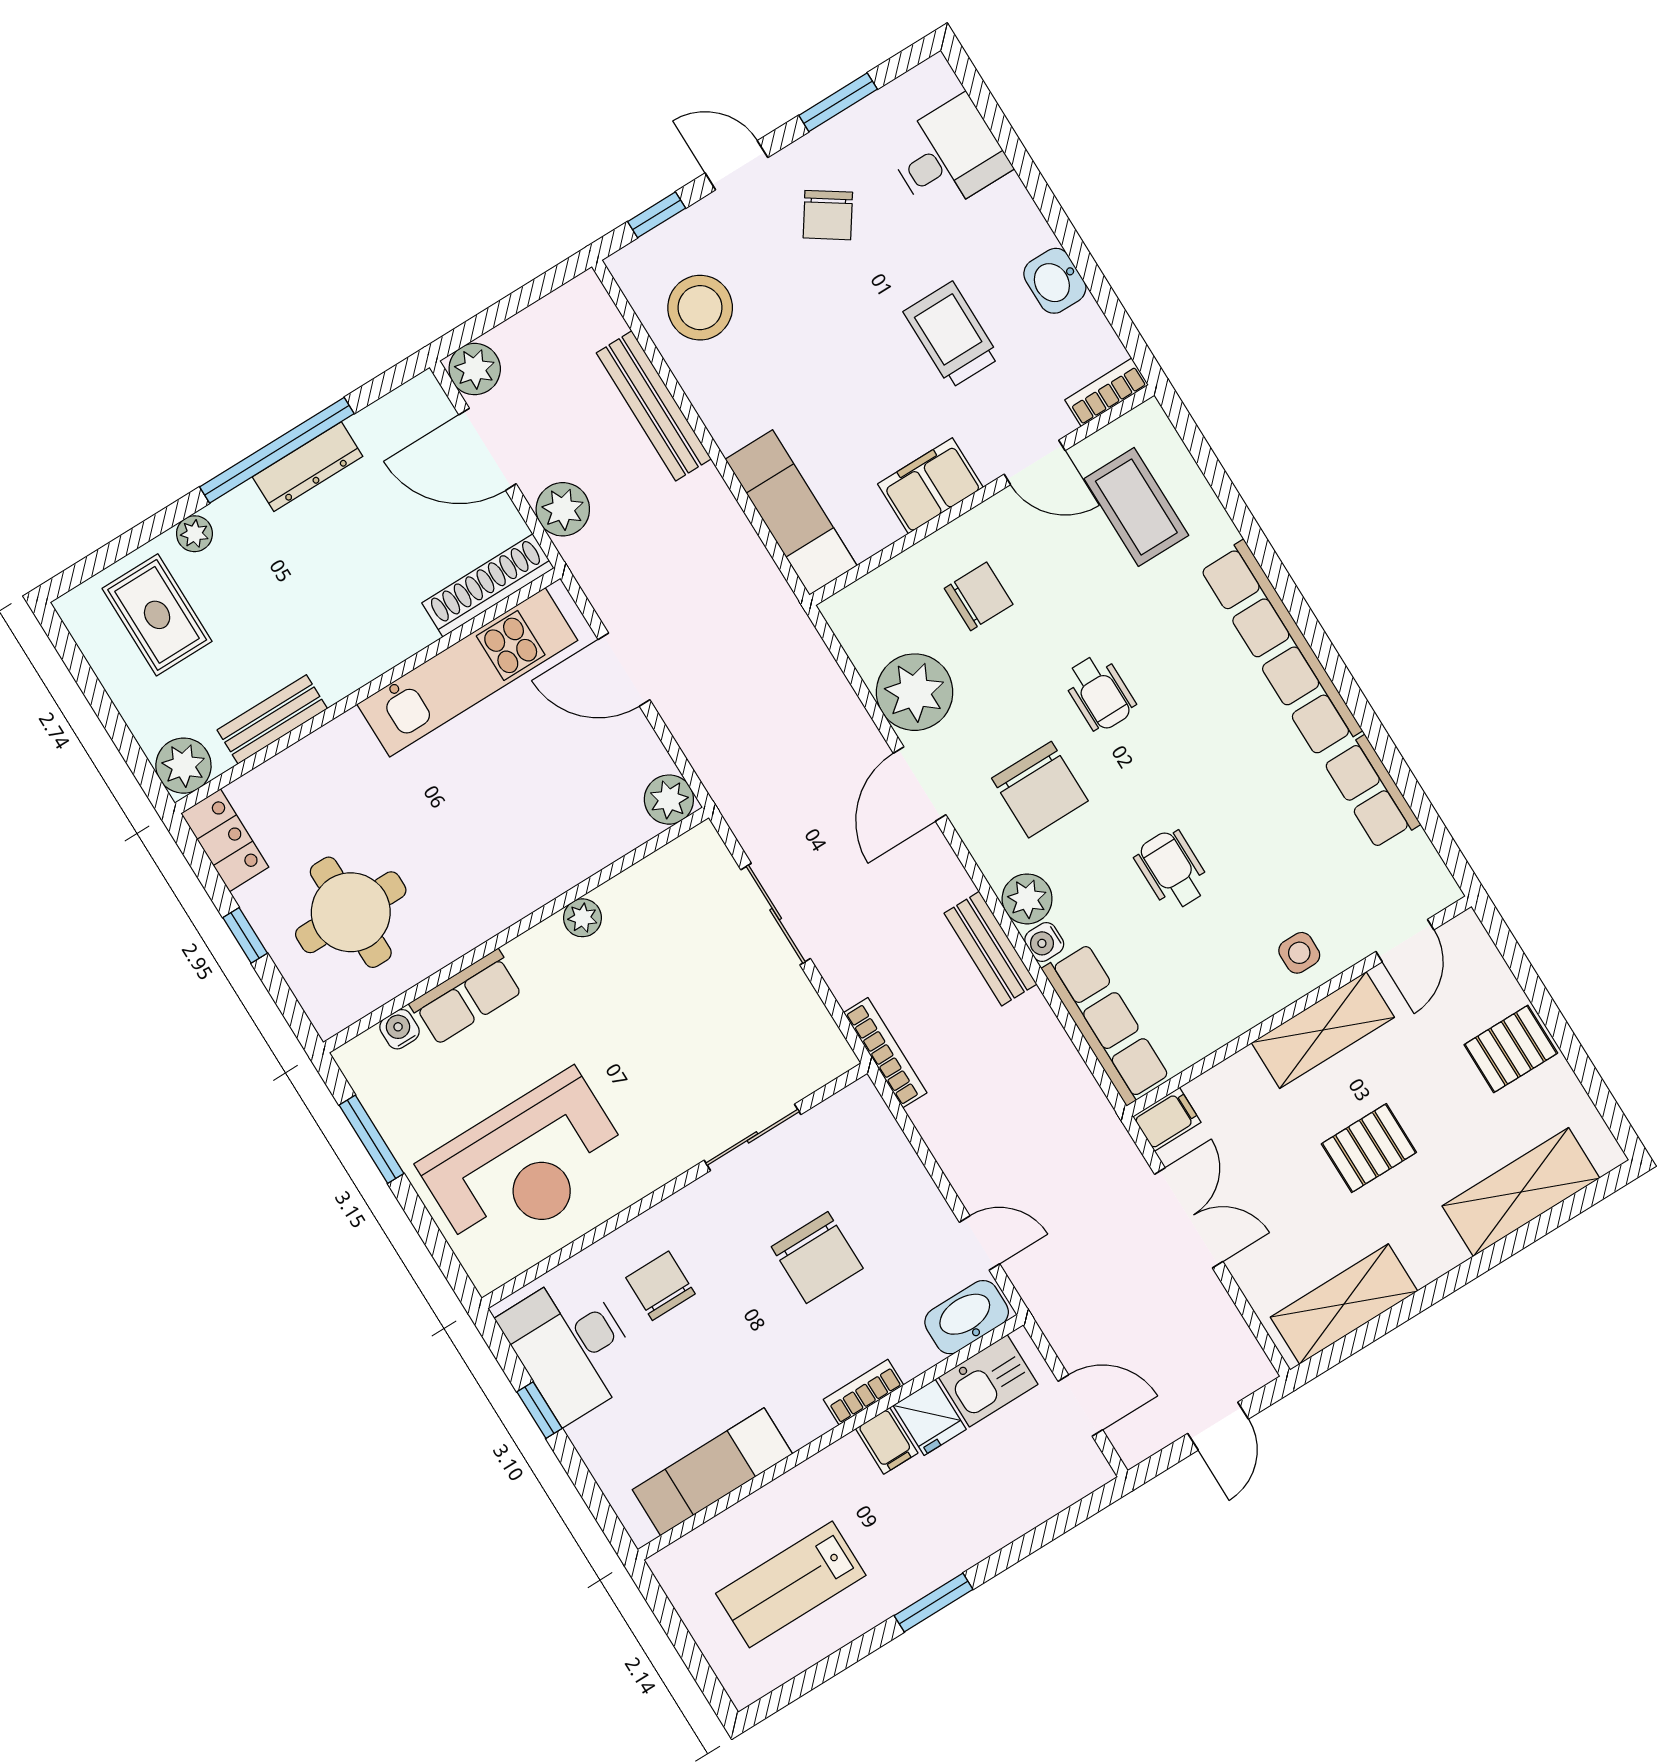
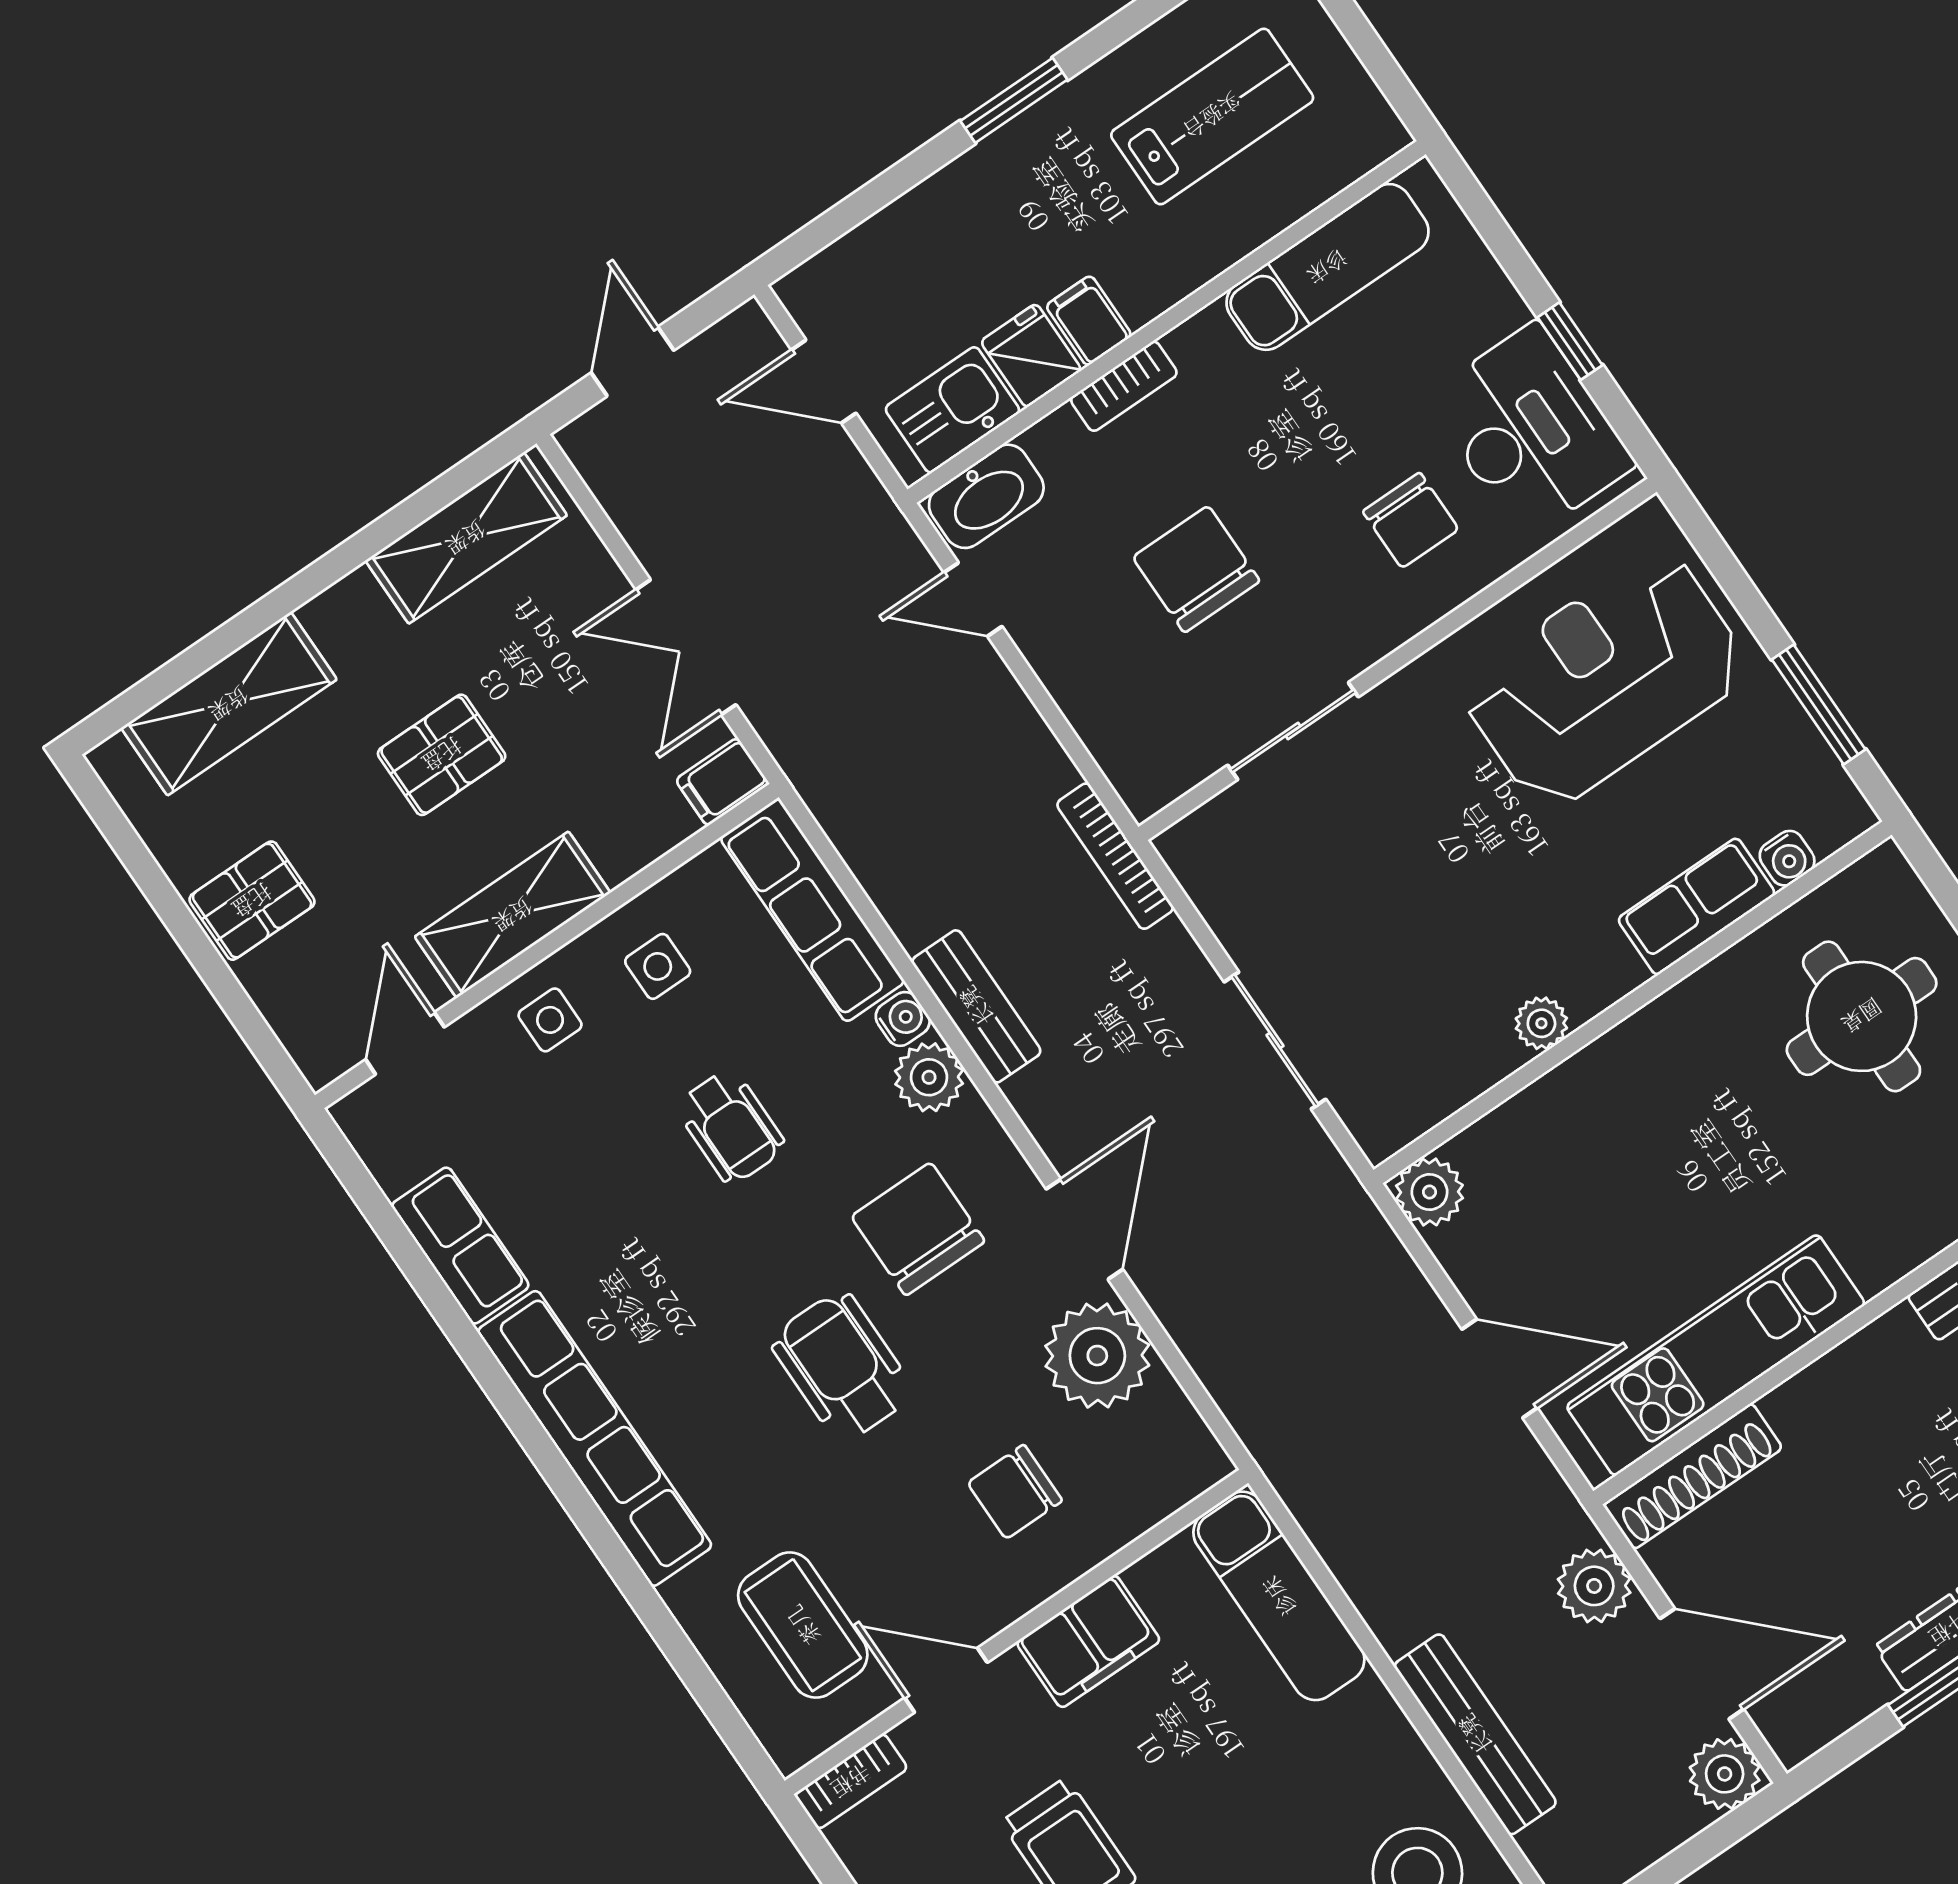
wheelchair: (1099, 693) -> (842, 1366), width x1.36, depth x1.37
side table: (1220, 988) -> (658, 966), added

